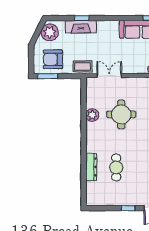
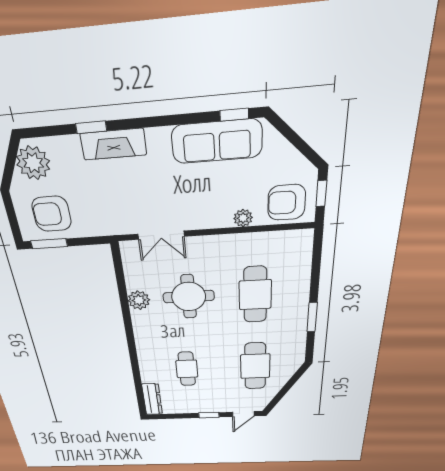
fireplace: (81, 27) -> (113, 144), moved
coffee table: (83, 67) -> (109, 223), removed
double door: (109, 76) -> (161, 235), swing flipped
dresser: (91, 167) -> (152, 399), moved

